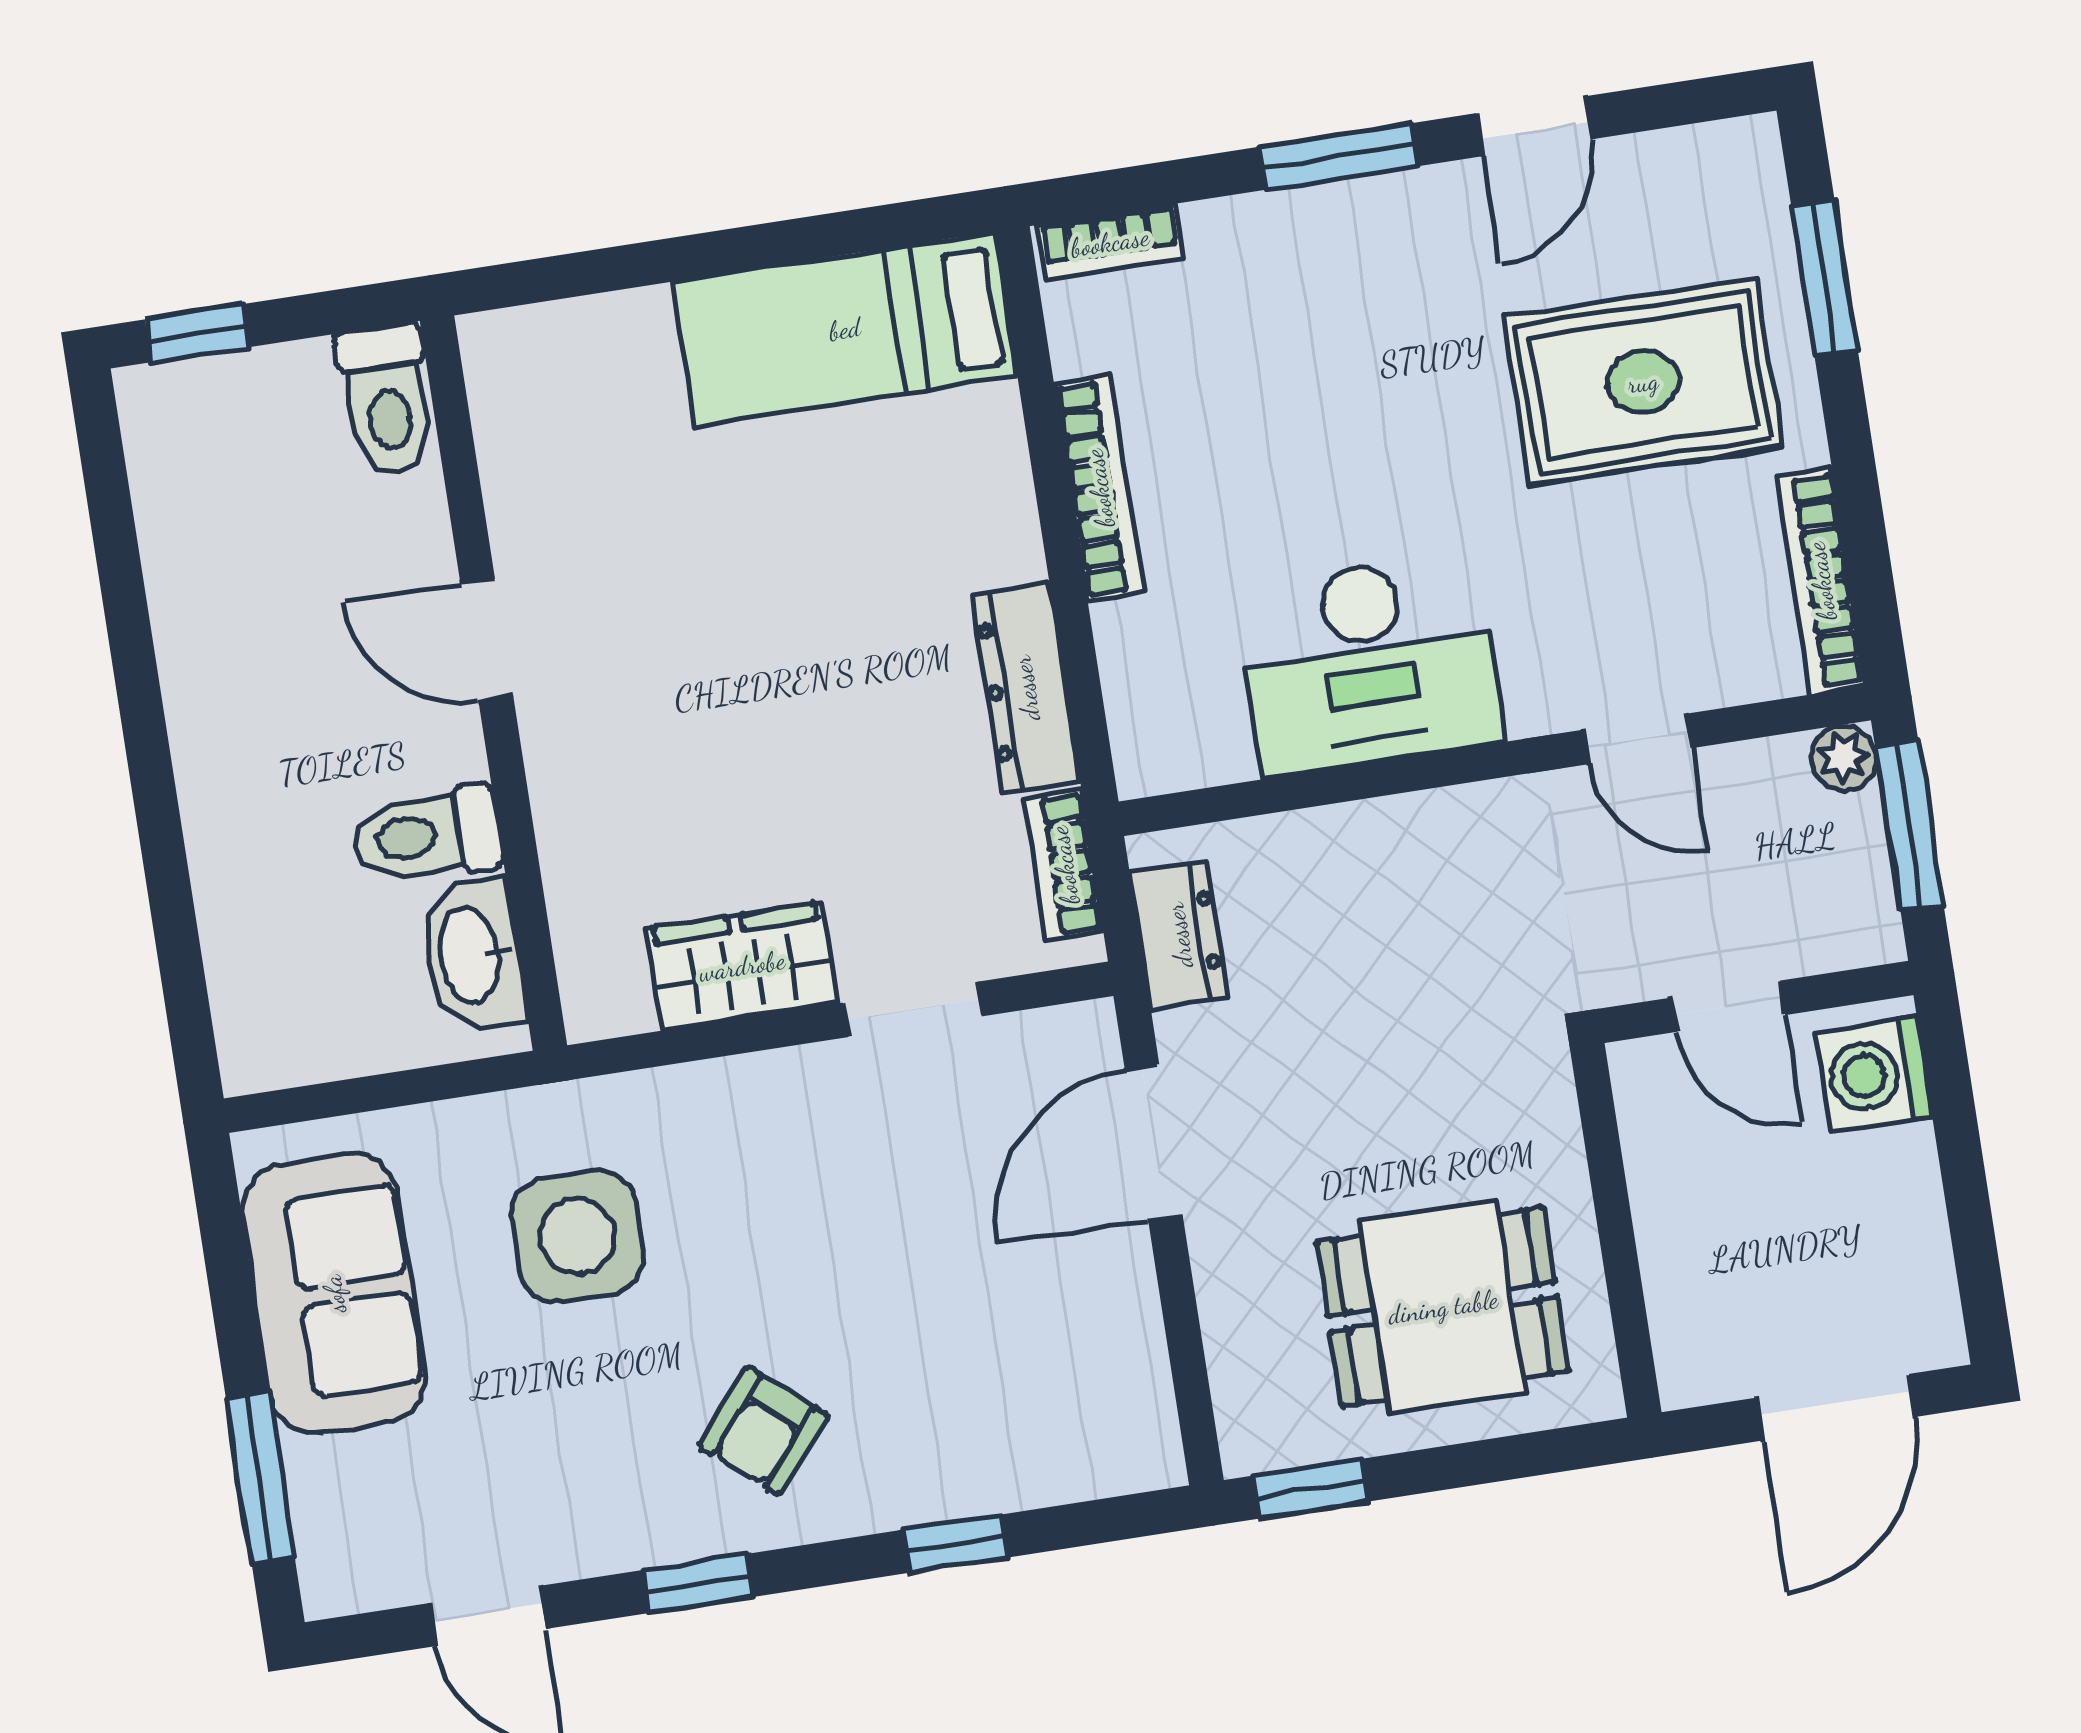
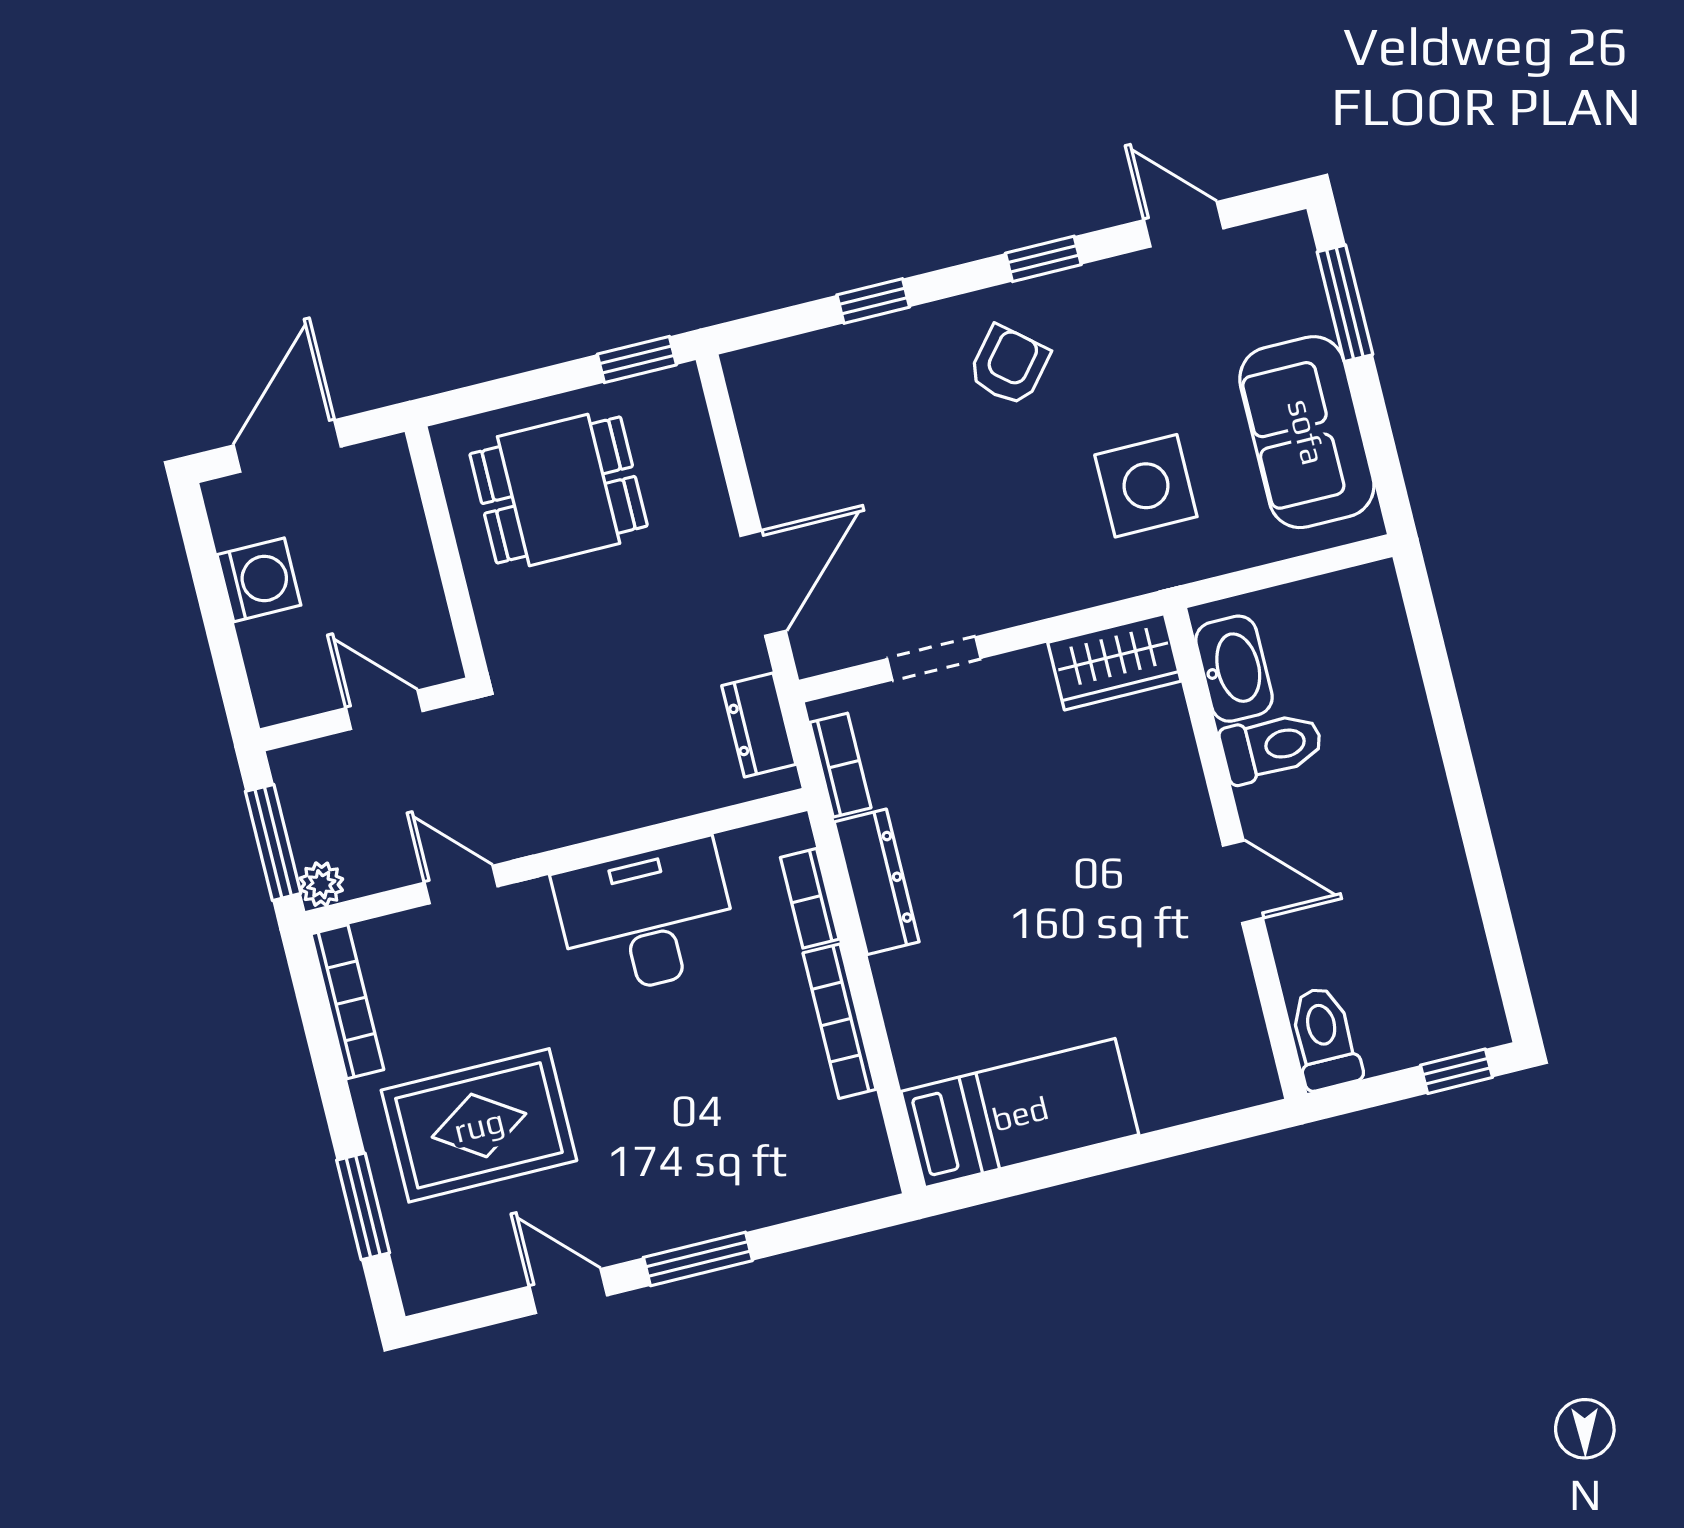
door: (1534, 126) -> (568, 1291), hinge flipped
bookcase: (1110, 242) -> (810, 898), moved, turned -90
wardrobe: (742, 966) -> (1114, 662), moved
washing machine: (1874, 1074) -> (259, 580), moved

